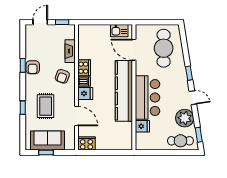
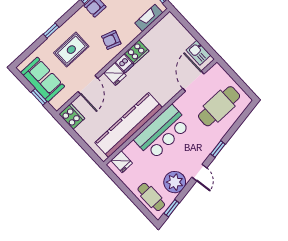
fireplace: (70, 51) -> (149, 18), moved
kitchen counter: (124, 91) -> (129, 125), moved
fridge: (142, 126) -> (122, 162), moved
window: (46, 153) -> (39, 97), moved

